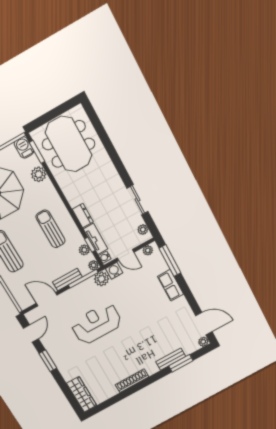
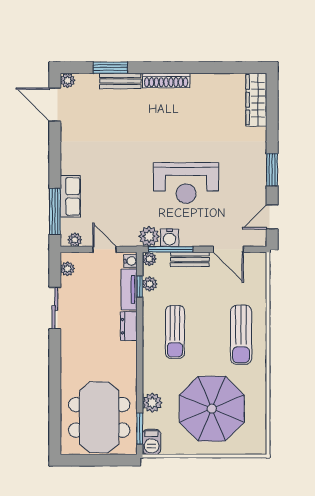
water cooler: (114, 271) -> (170, 238), moved
row of seats: (171, 285) -> (70, 196), moved
shoe rack: (132, 381) -> (166, 80), moved

